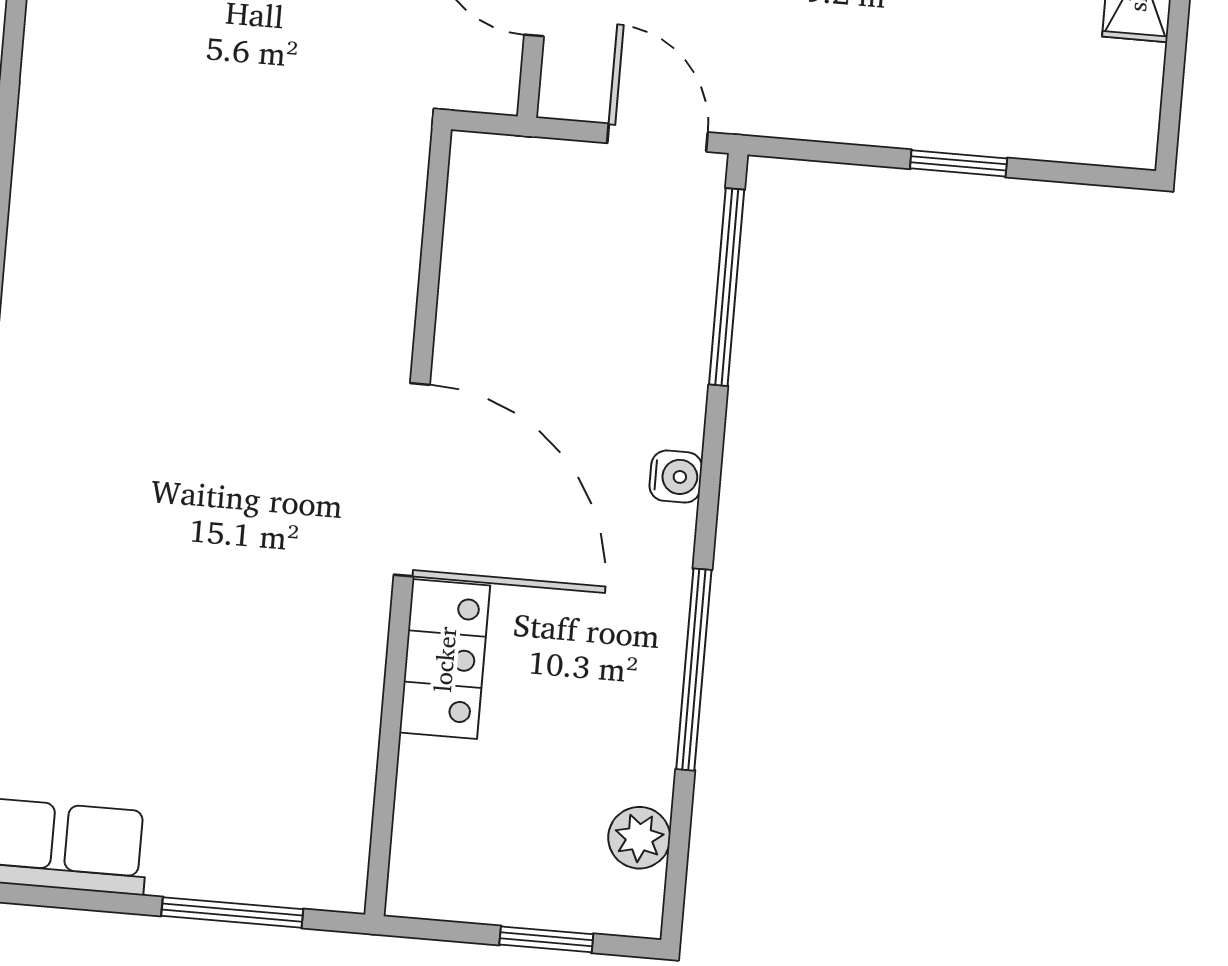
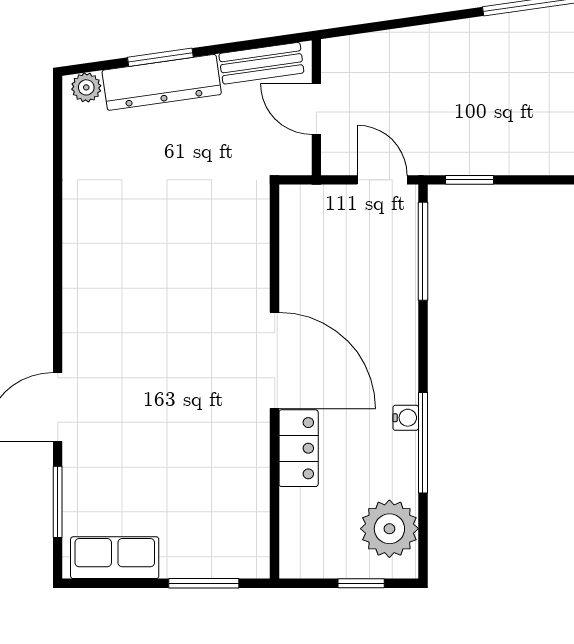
window: (959, 163) -> (469, 180), moved
water cooler: (676, 477) -> (406, 418), moved
plant: (639, 838) -> (389, 529), width x1.87, depth x1.87

